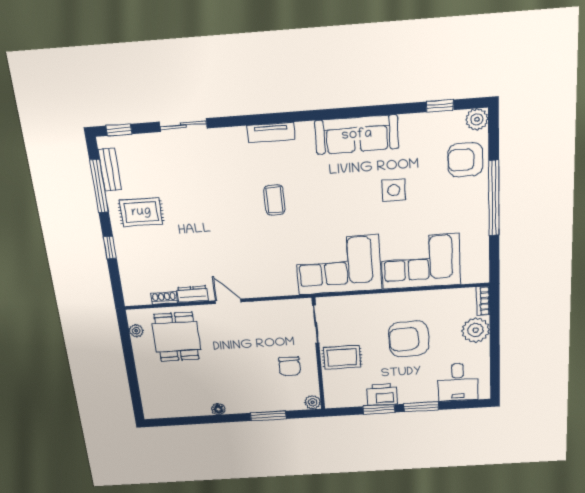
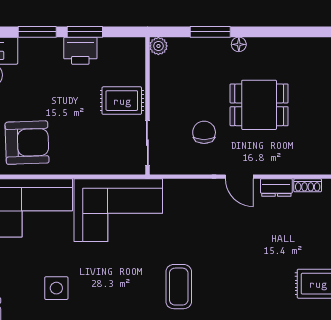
coffee table: (274, 200) -> (179, 287), width x1.36, depth x1.30
dining table: (176, 337) -> (259, 105), moved, turned 90
armchair: (409, 339) -> (27, 143), moved
chair: (290, 366) -> (204, 132), moved
floor lamp: (218, 409) -> (239, 44), moved

